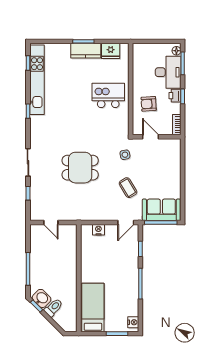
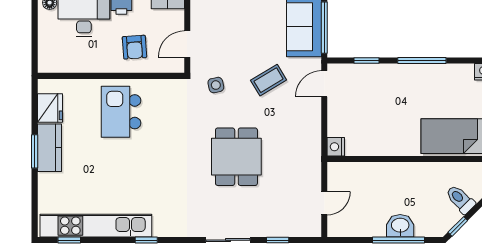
door: (126, 223) -> (324, 84), swing flipped
nightstand: (98, 230) -> (336, 147), moved
washbasin: (42, 298) -> (400, 226), moved, turned 45

